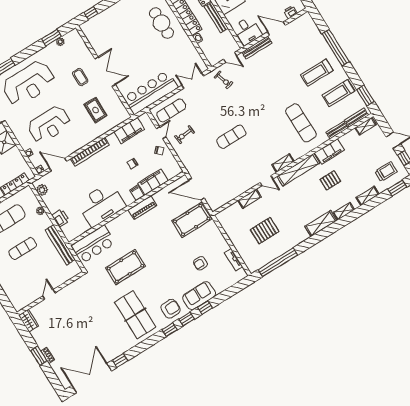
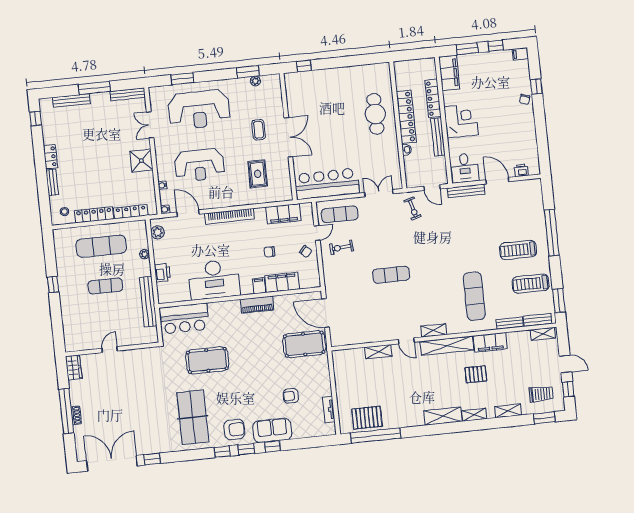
pallet: (265, 231) -> (367, 418), moved
window: (39, 356) -> (66, 411), width x2.11

